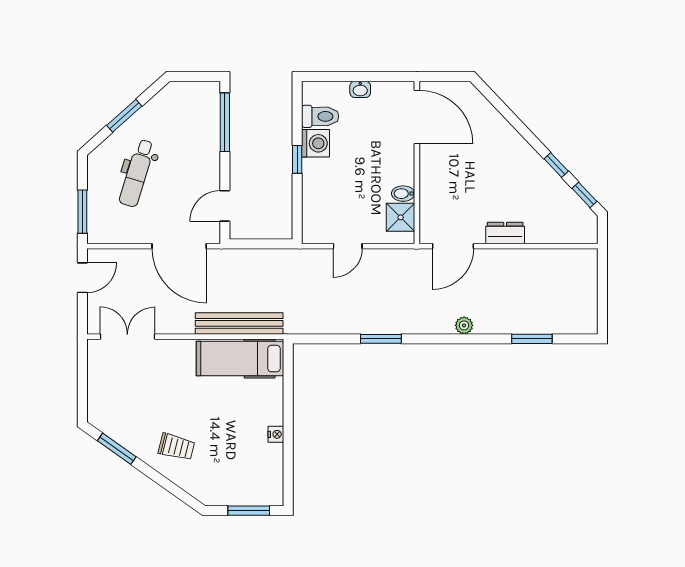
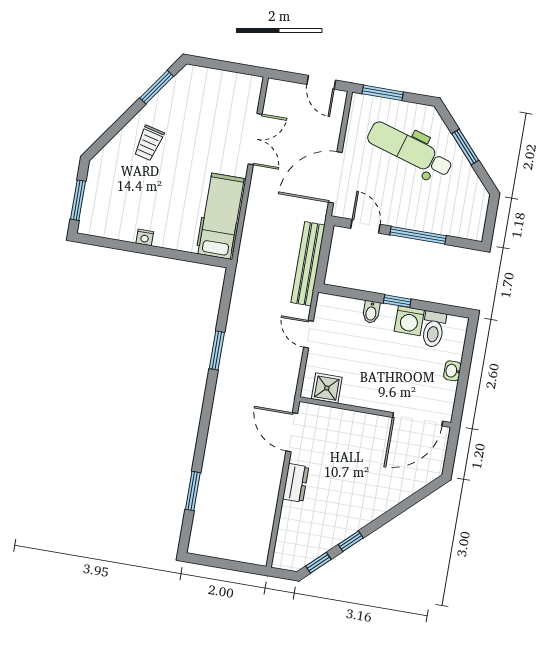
window: (225, 122) -> (418, 235), moved
dental chair: (137, 173) -> (410, 150), width x1.36, depth x1.38
bidet: (403, 194) -> (371, 312), moved, turned 180
bench: (239, 323) -> (308, 264), moved
plant: (464, 325) -> (216, 430), removed
double door: (127, 337) -> (255, 139), moved

